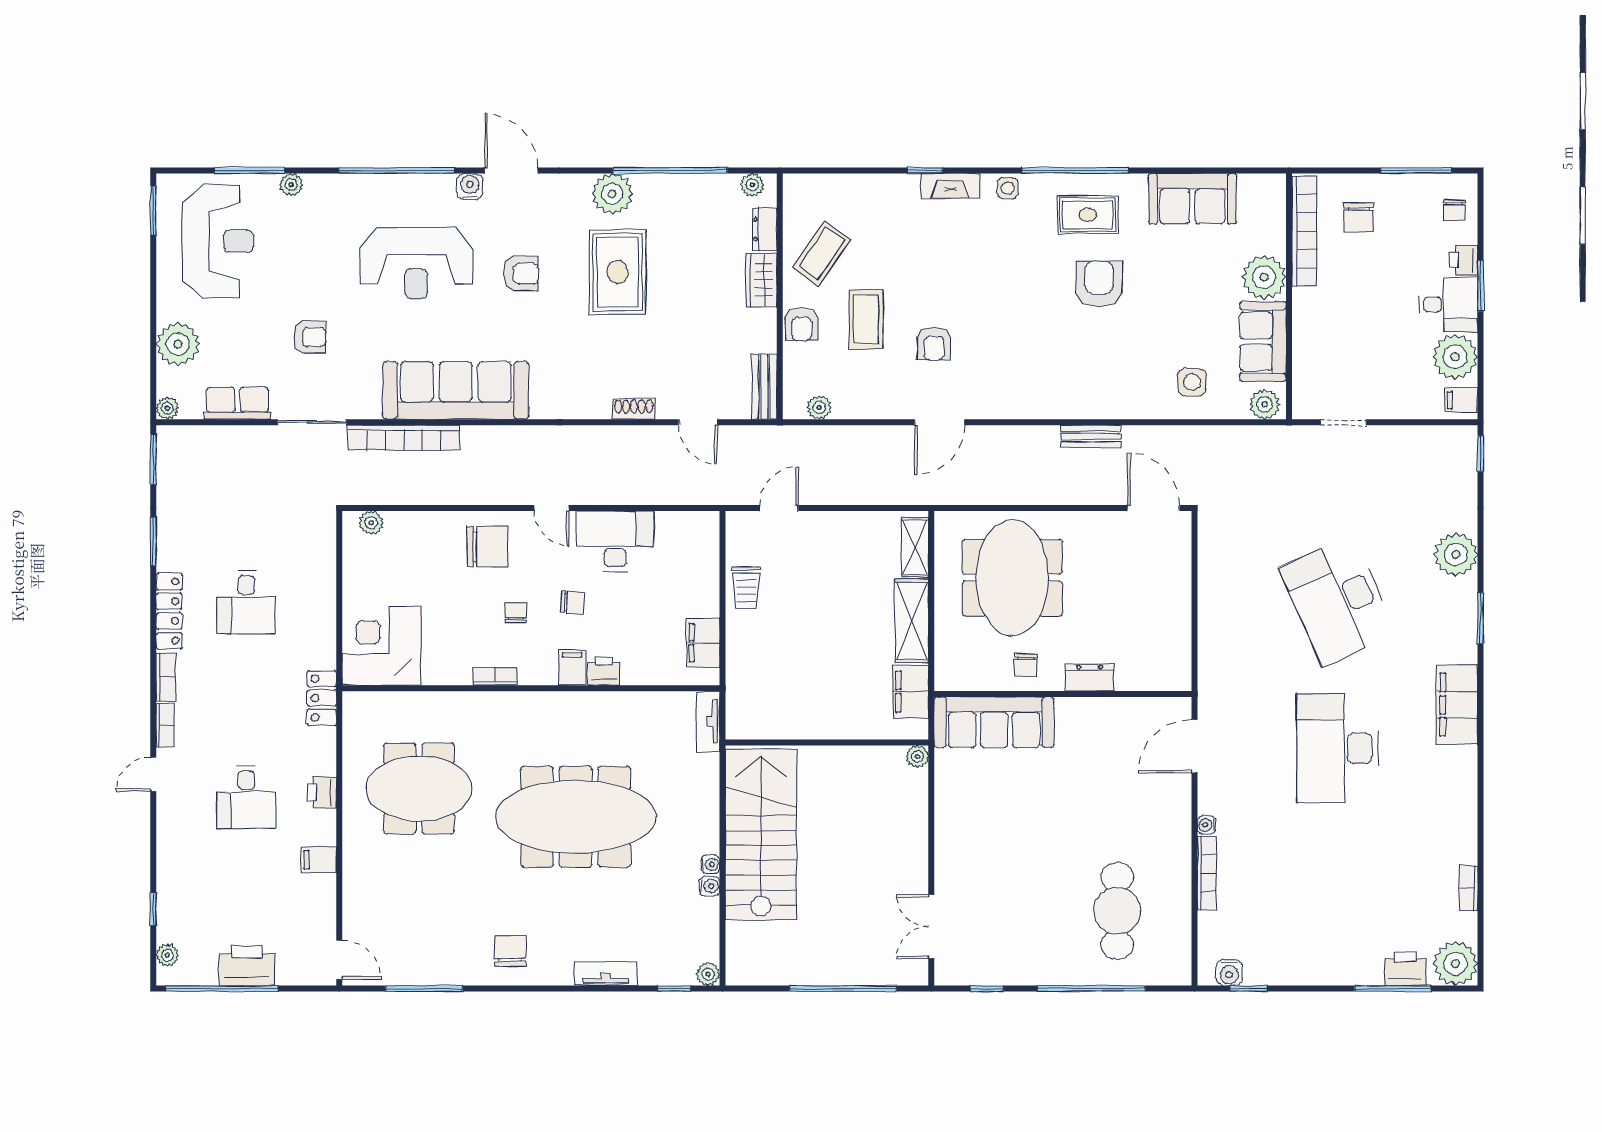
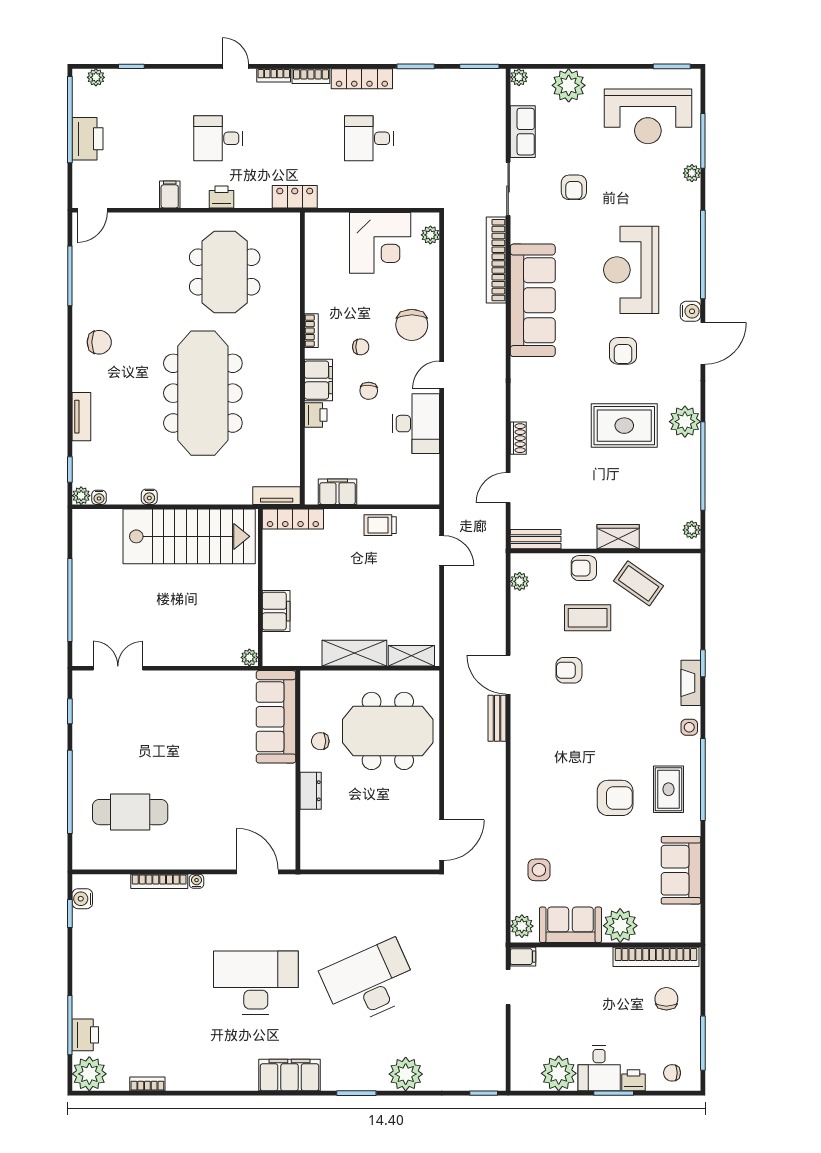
chair: (1359, 218) -> (666, 999), turned 90
dresser: (765, 229) -> (657, 539), removed
filing cabinet: (1461, 400) -> (523, 957), moved, turned 90
bench: (1091, 436) -> (497, 718), moved
corner desk: (382, 646) -> (380, 243), moved, turned 90
filing cabinet: (572, 667) -> (318, 380), width x2.00
filing cabinet: (911, 692) -> (276, 611), moved, turned 90
locker: (738, 700) -> (293, 519), added
water cooler: (710, 864) -> (99, 497), moved

